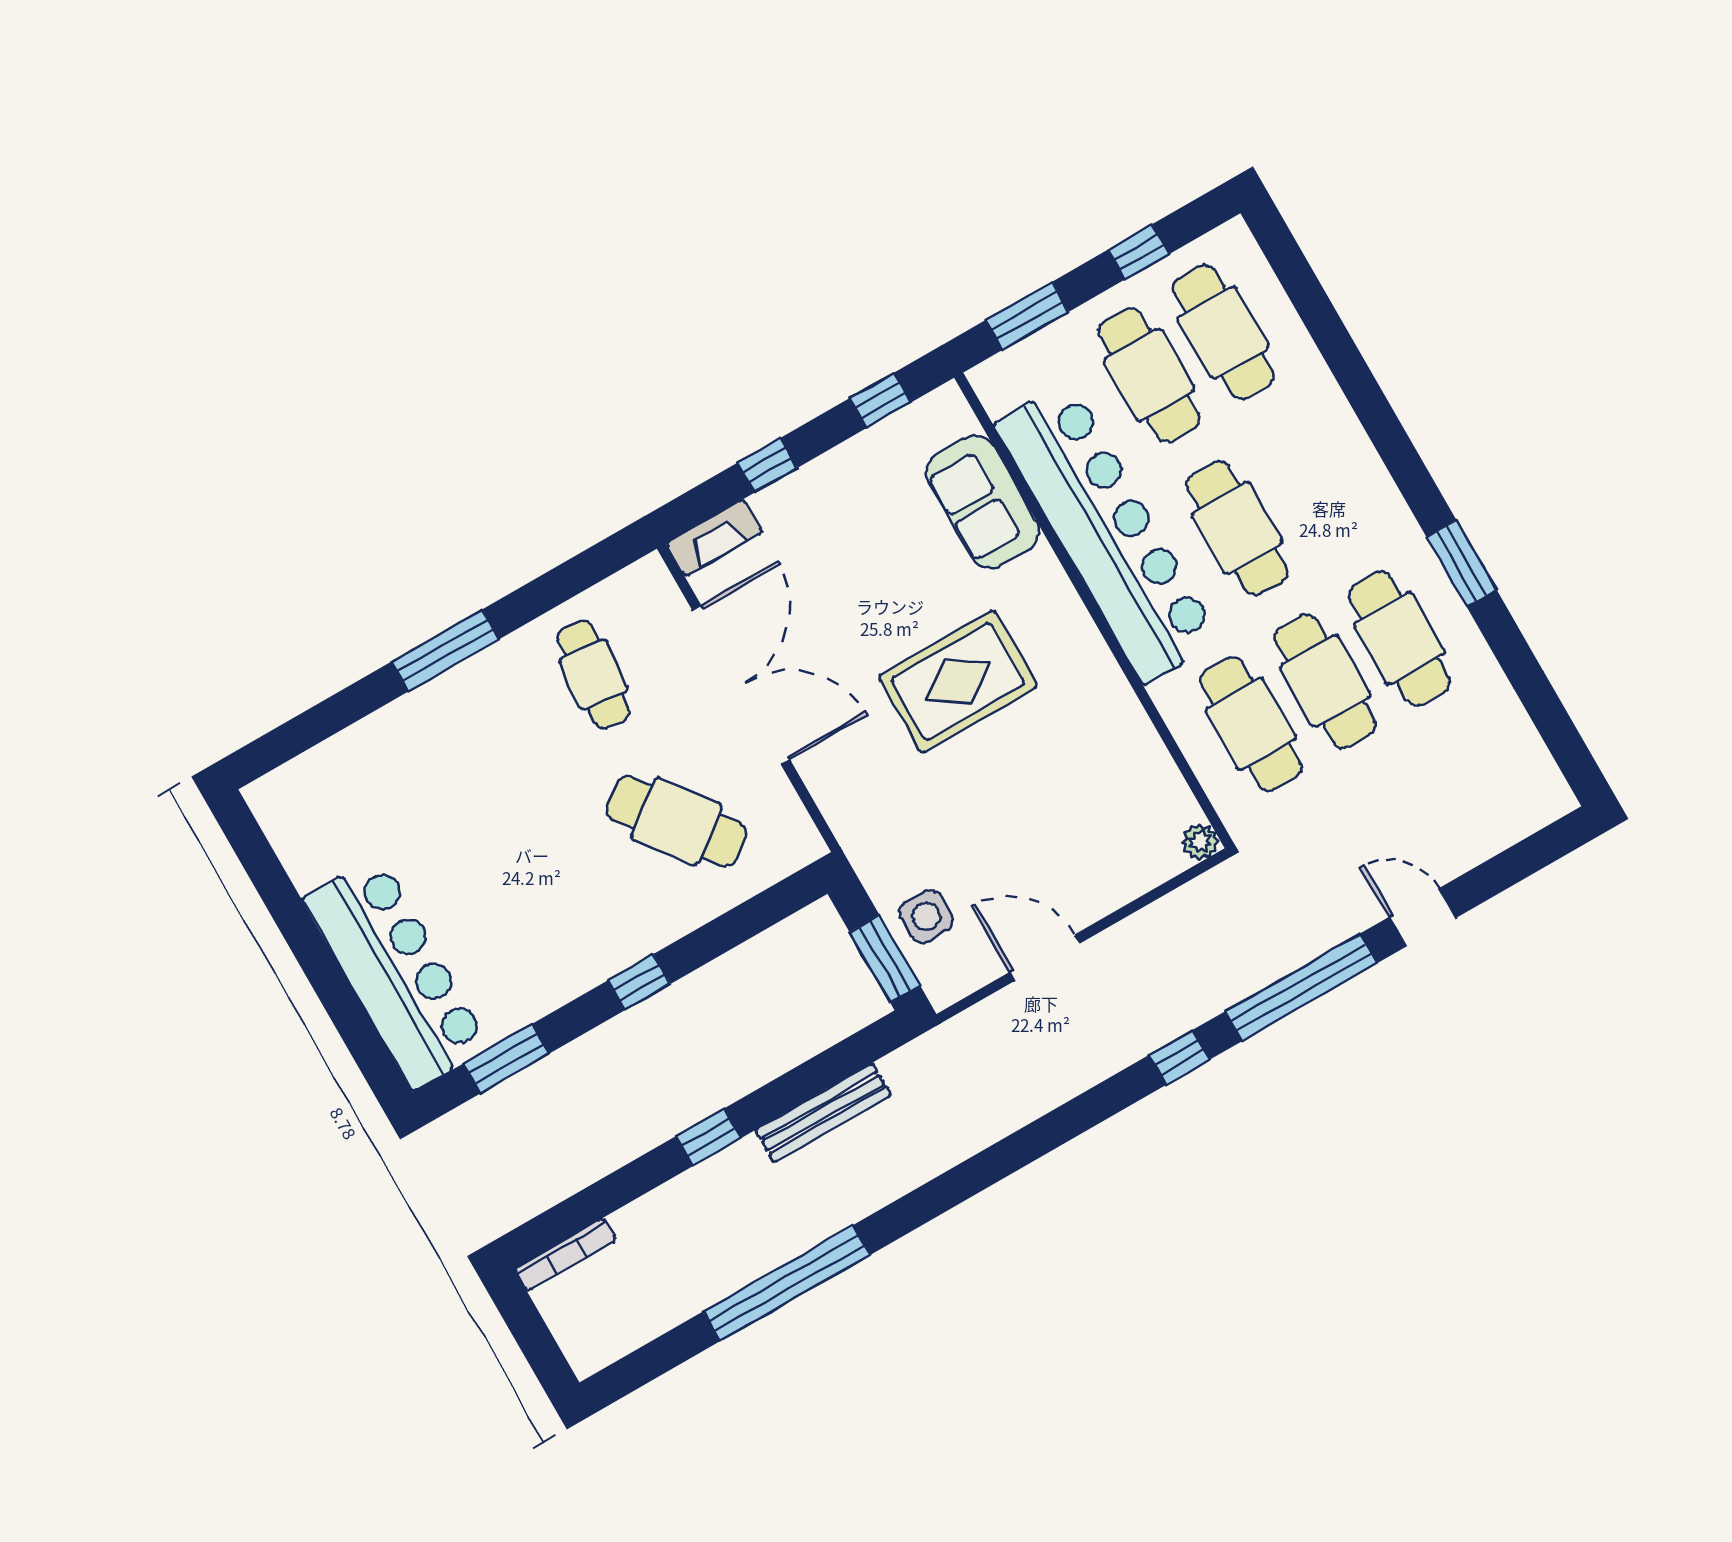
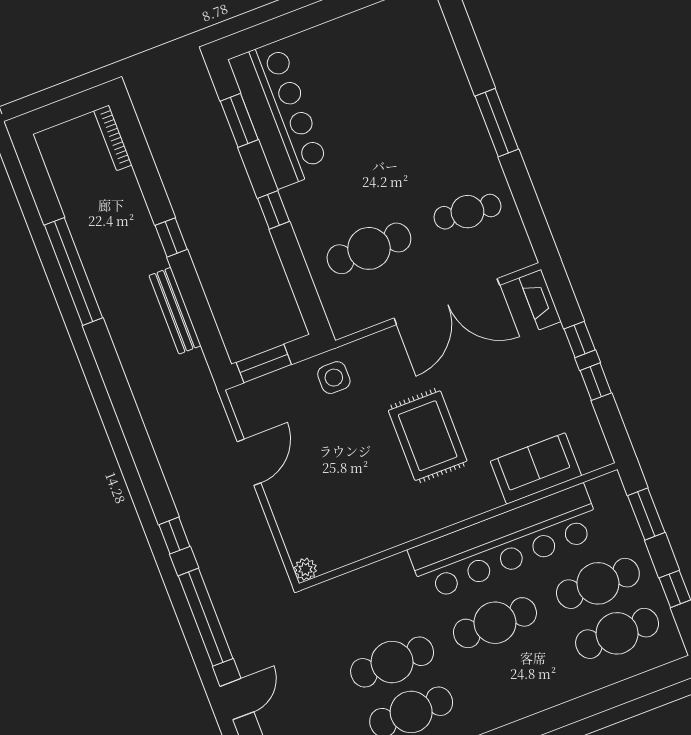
window: (880, 400) -> (596, 382), moved
cafe table: (1251, 724) -> (373, 612), removed
cafe table: (676, 821) -> (369, 248), turned 37
side table: (926, 916) -> (334, 378), moved
bar counter: (396, 973) -> (279, 114), moved, turned -90

